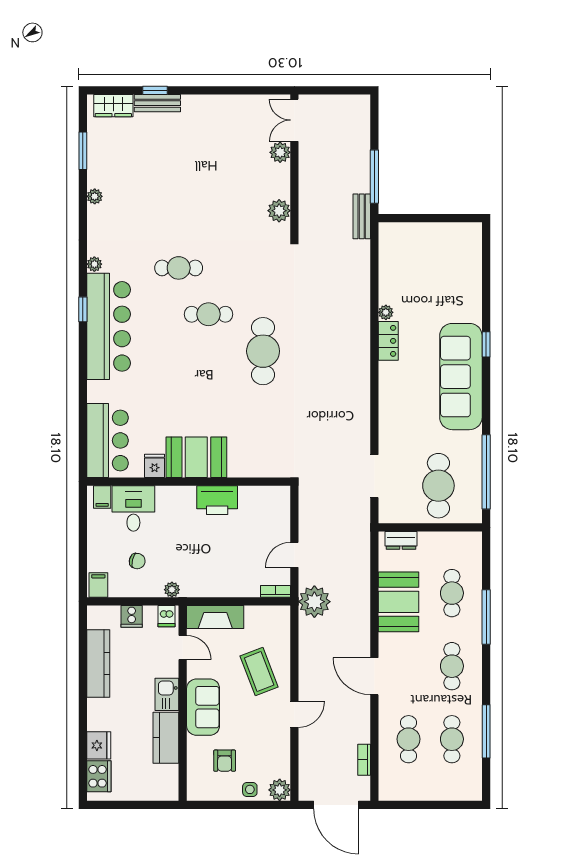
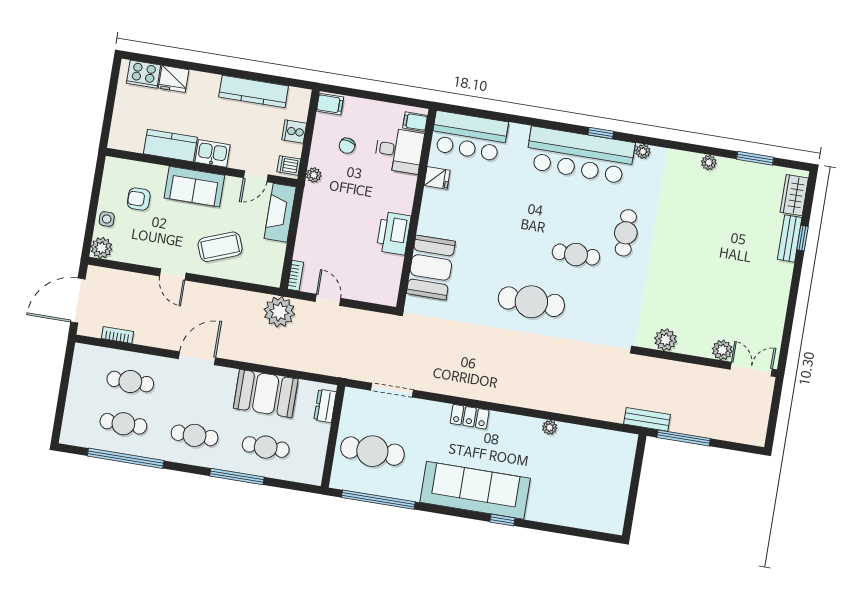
cafe table: (209, 314) -> (576, 255), turned 90
locker: (388, 341) -> (470, 417), moved
booth: (196, 457) -> (431, 267), moved
window: (486, 731) -> (126, 458), width x1.46

